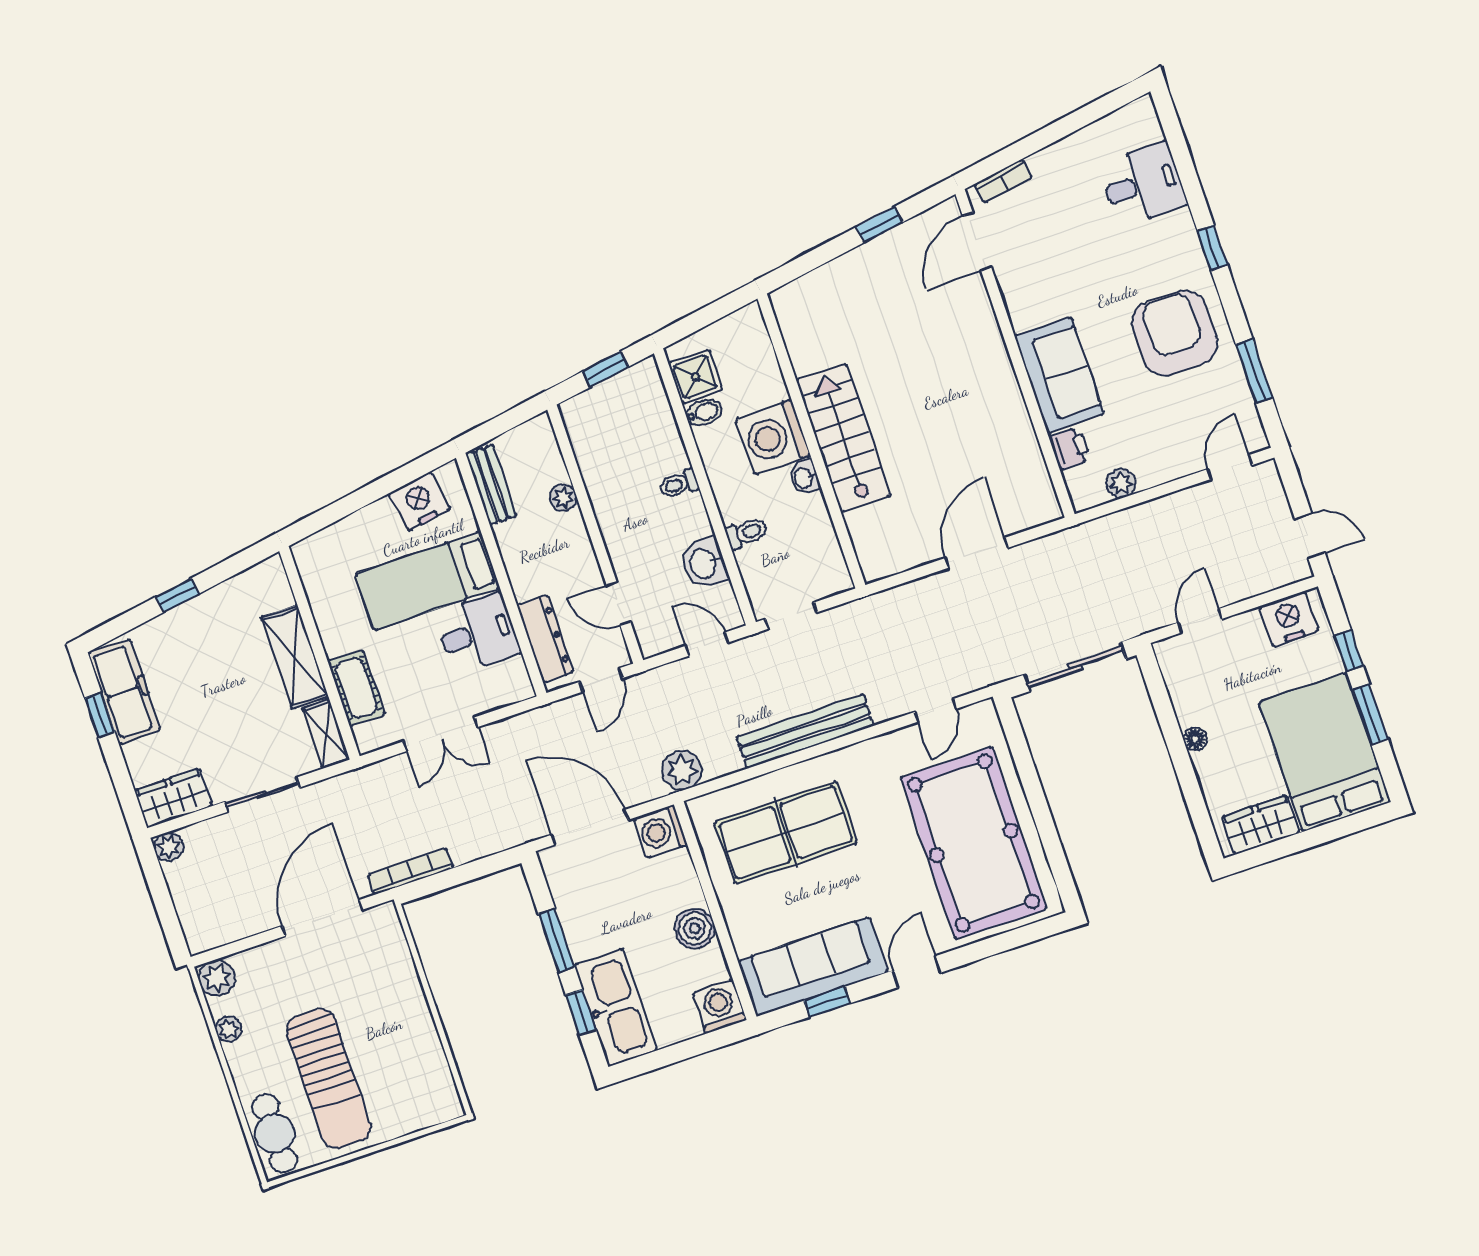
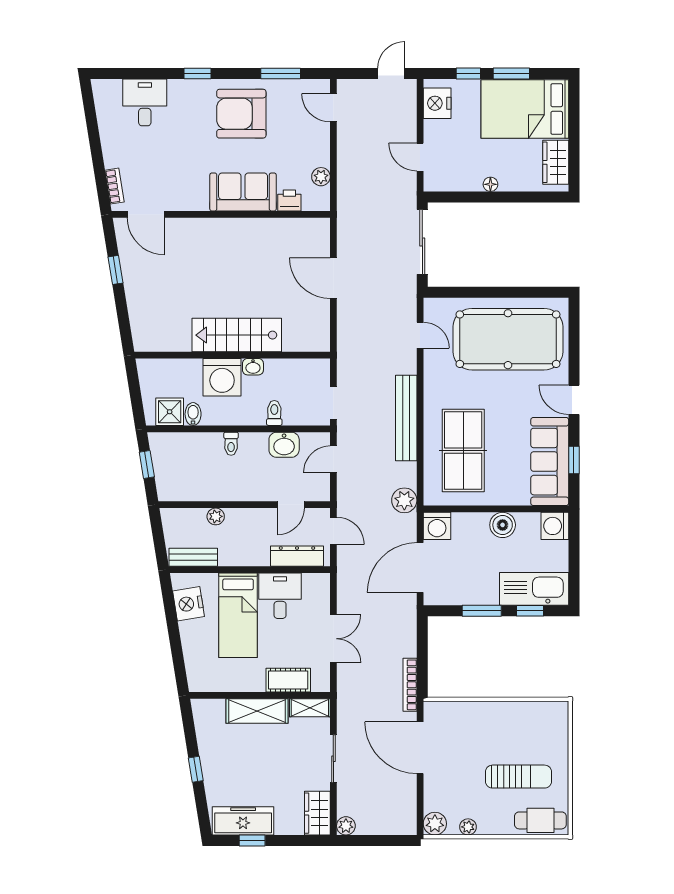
sun lounger: (329, 1079) -> (518, 777), width x0.73, depth x0.75

